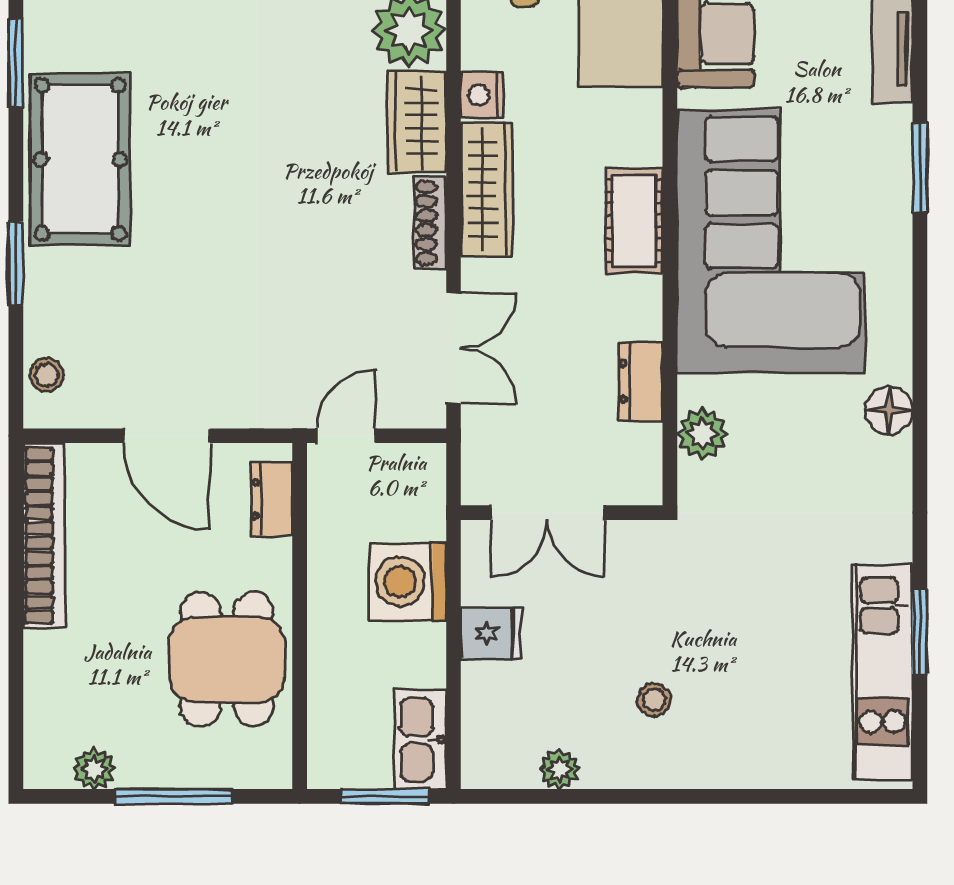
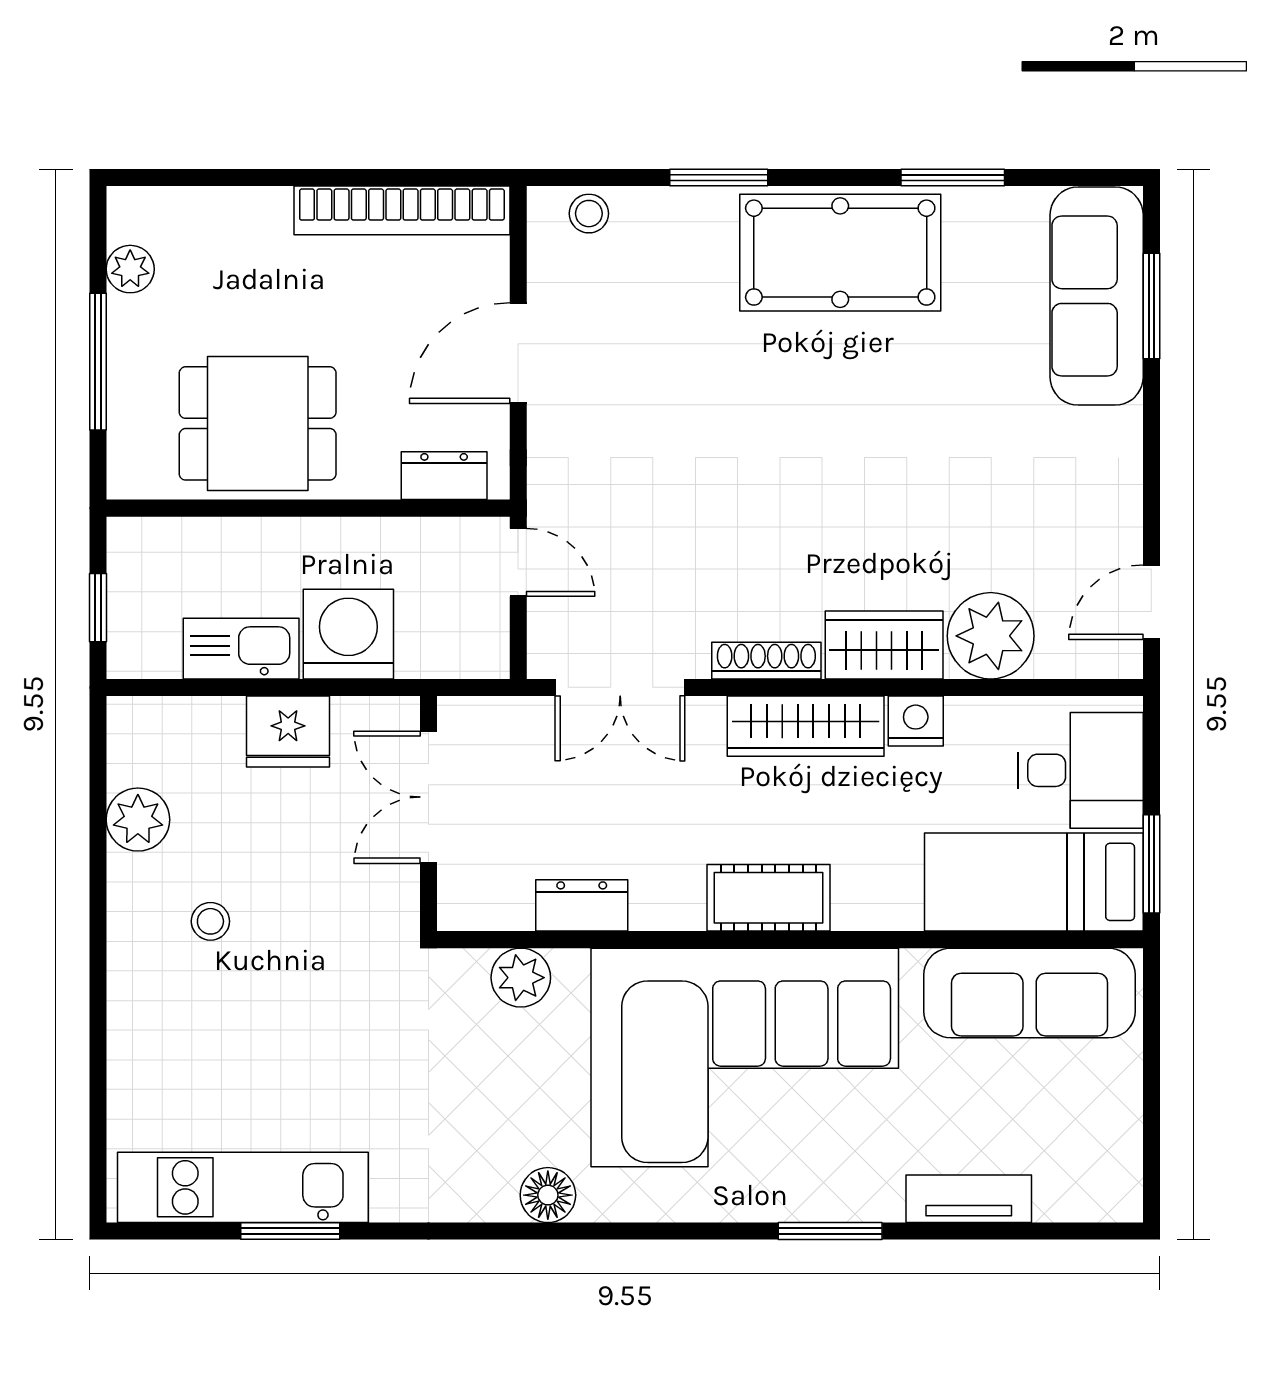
fridge: (491, 633) -> (288, 731), width x1.38
kitchen sink: (420, 740) -> (241, 649), moved
plant: (559, 769) -> (138, 820), width x1.38, depth x1.38
window: (385, 796) -> (98, 608), width x0.67

